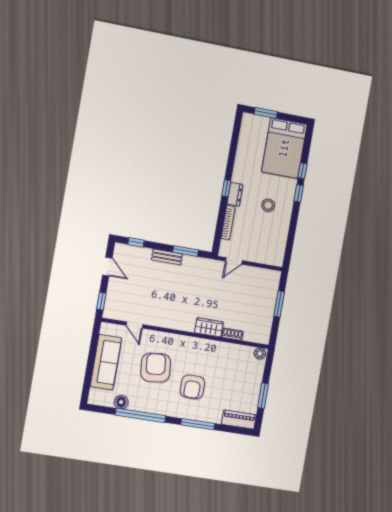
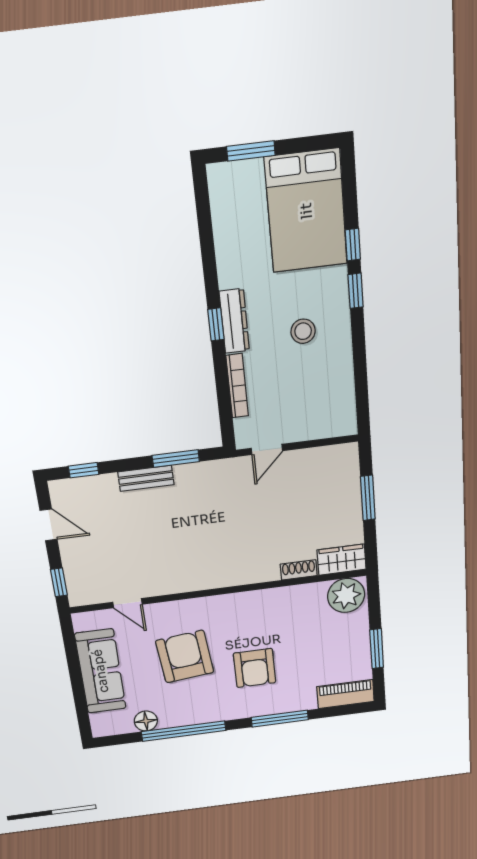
dresser: (235, 194) -> (234, 321), width x1.44
wardrobe: (209, 327) -> (342, 560), moved
plant: (260, 353) -> (346, 595), width x1.87, depth x1.87

